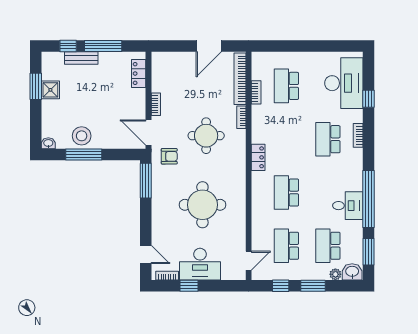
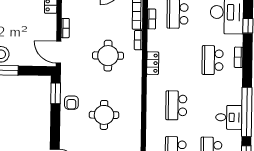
armchair: (169, 156) -> (71, 103), moved, turned 90
locker: (258, 157) -> (153, 63), moved
window: (146, 181) -> (56, 93), width x0.69
round table: (202, 205) -> (104, 115), width x0.73, depth x0.73

